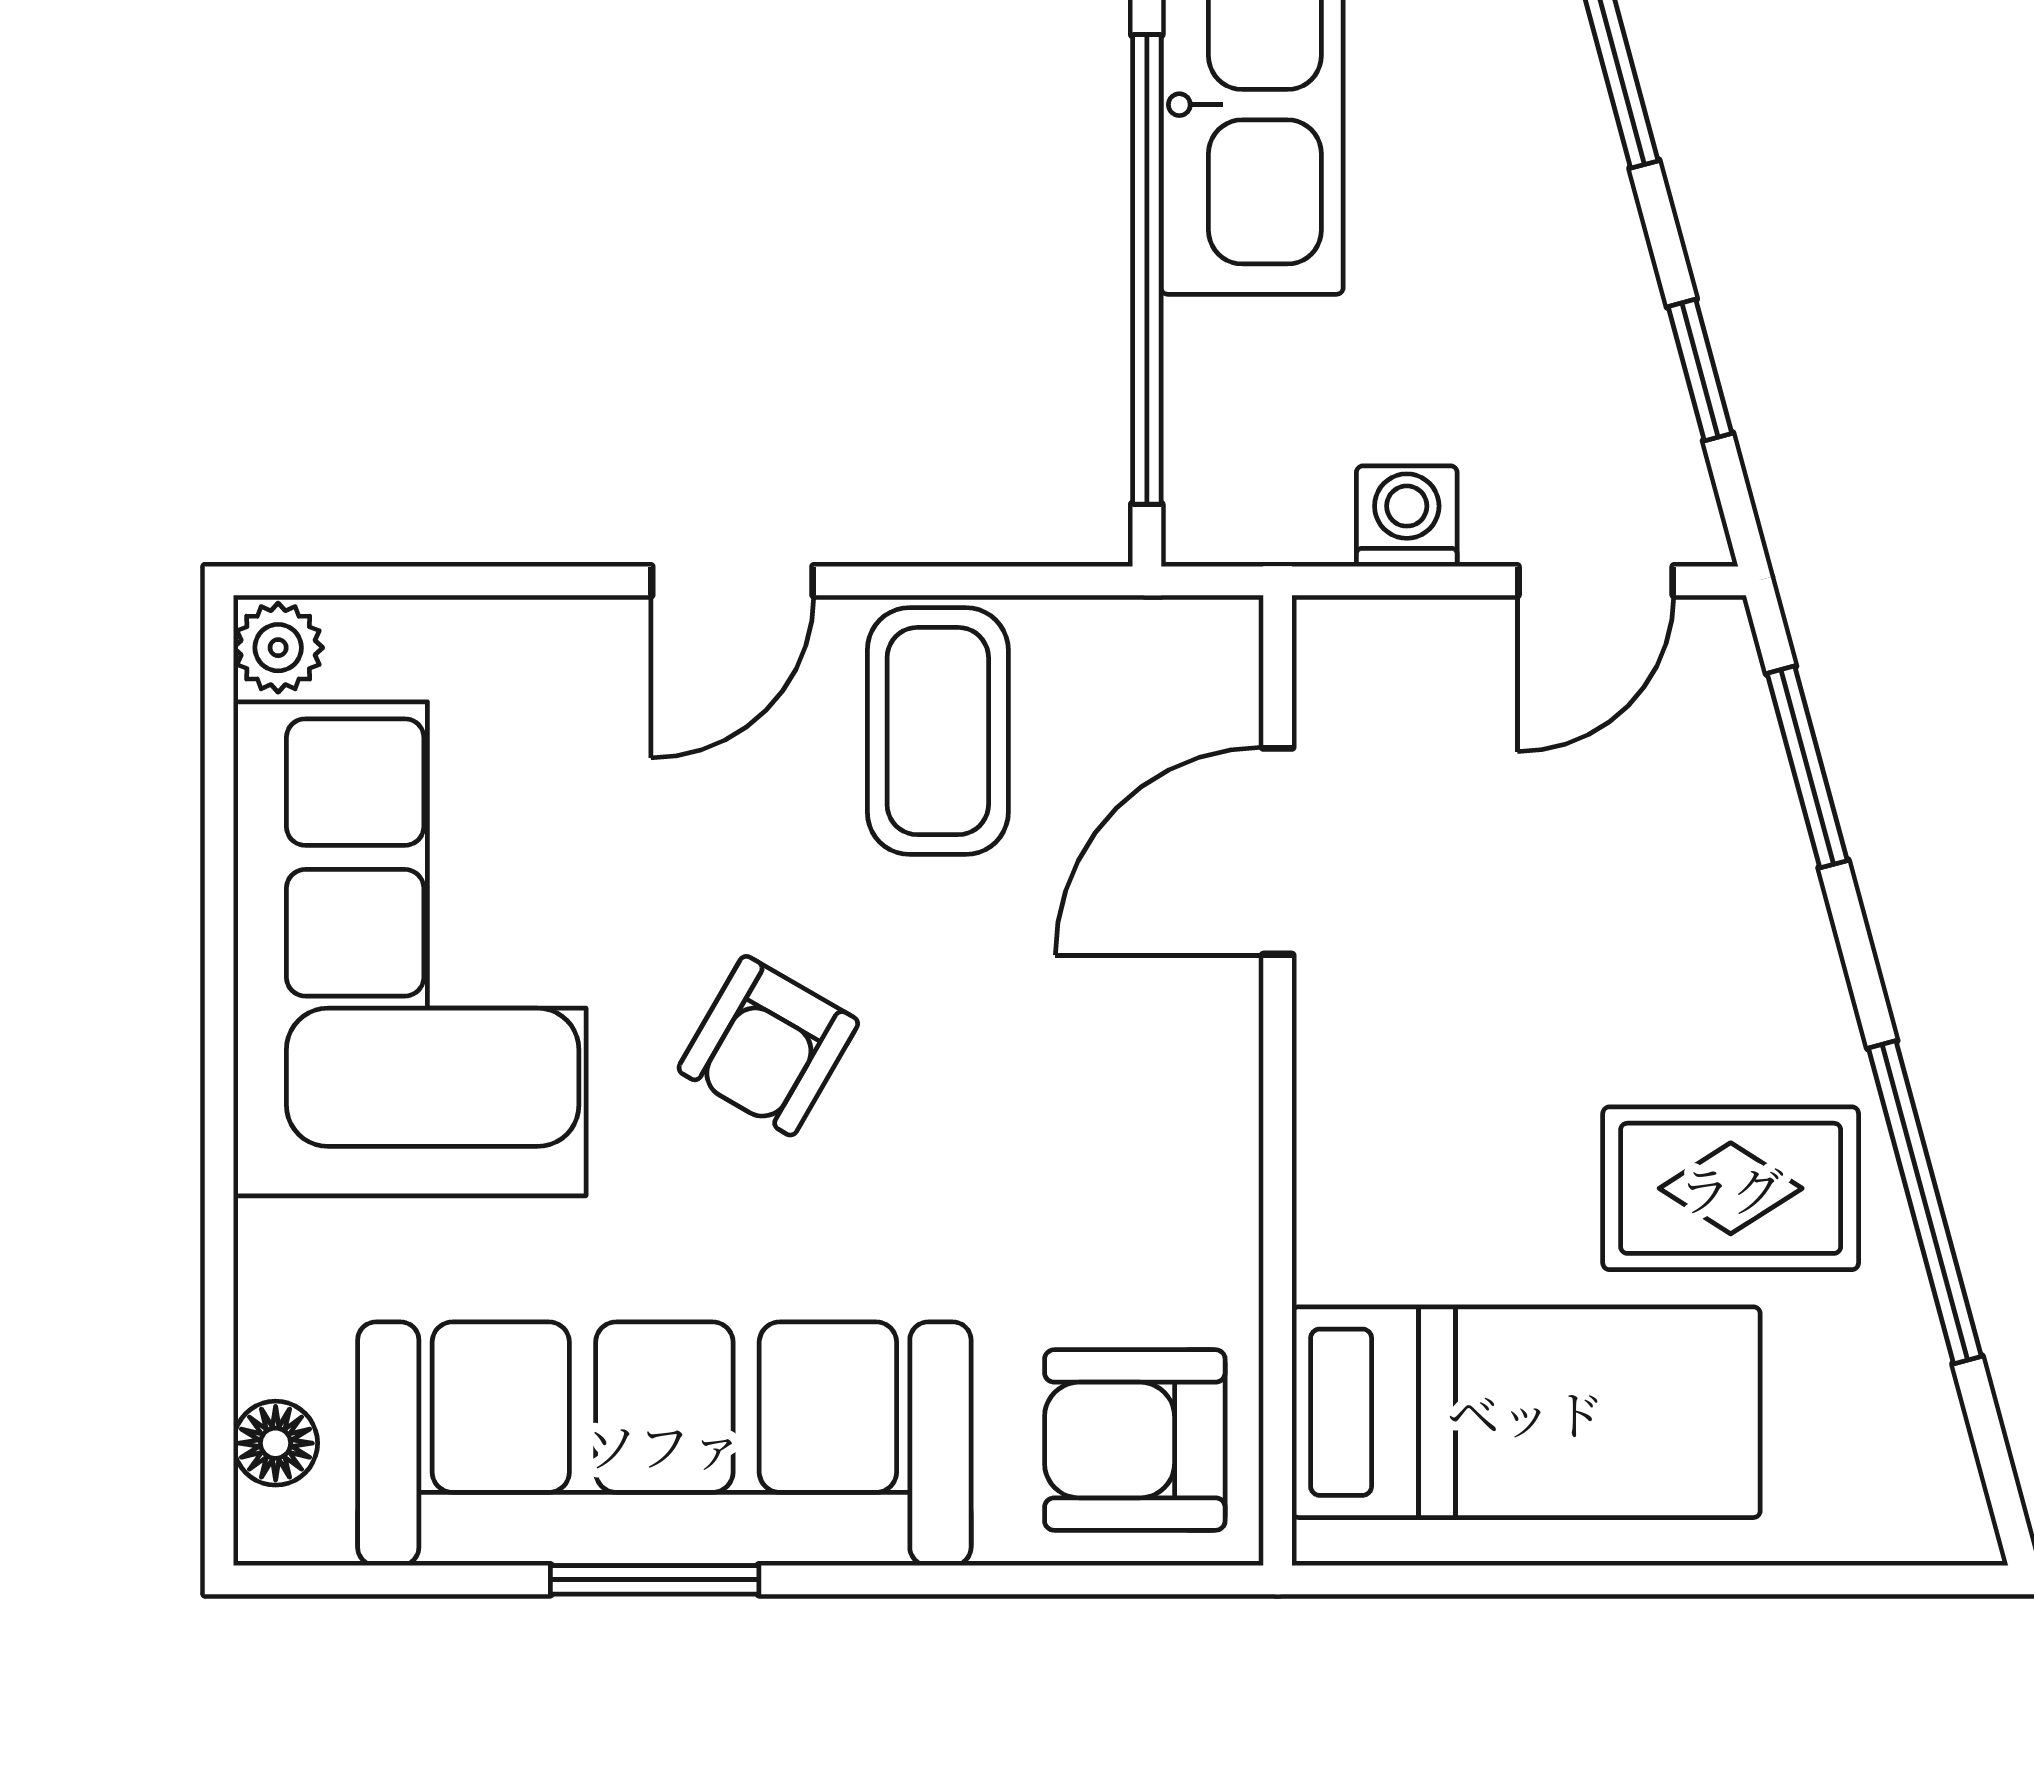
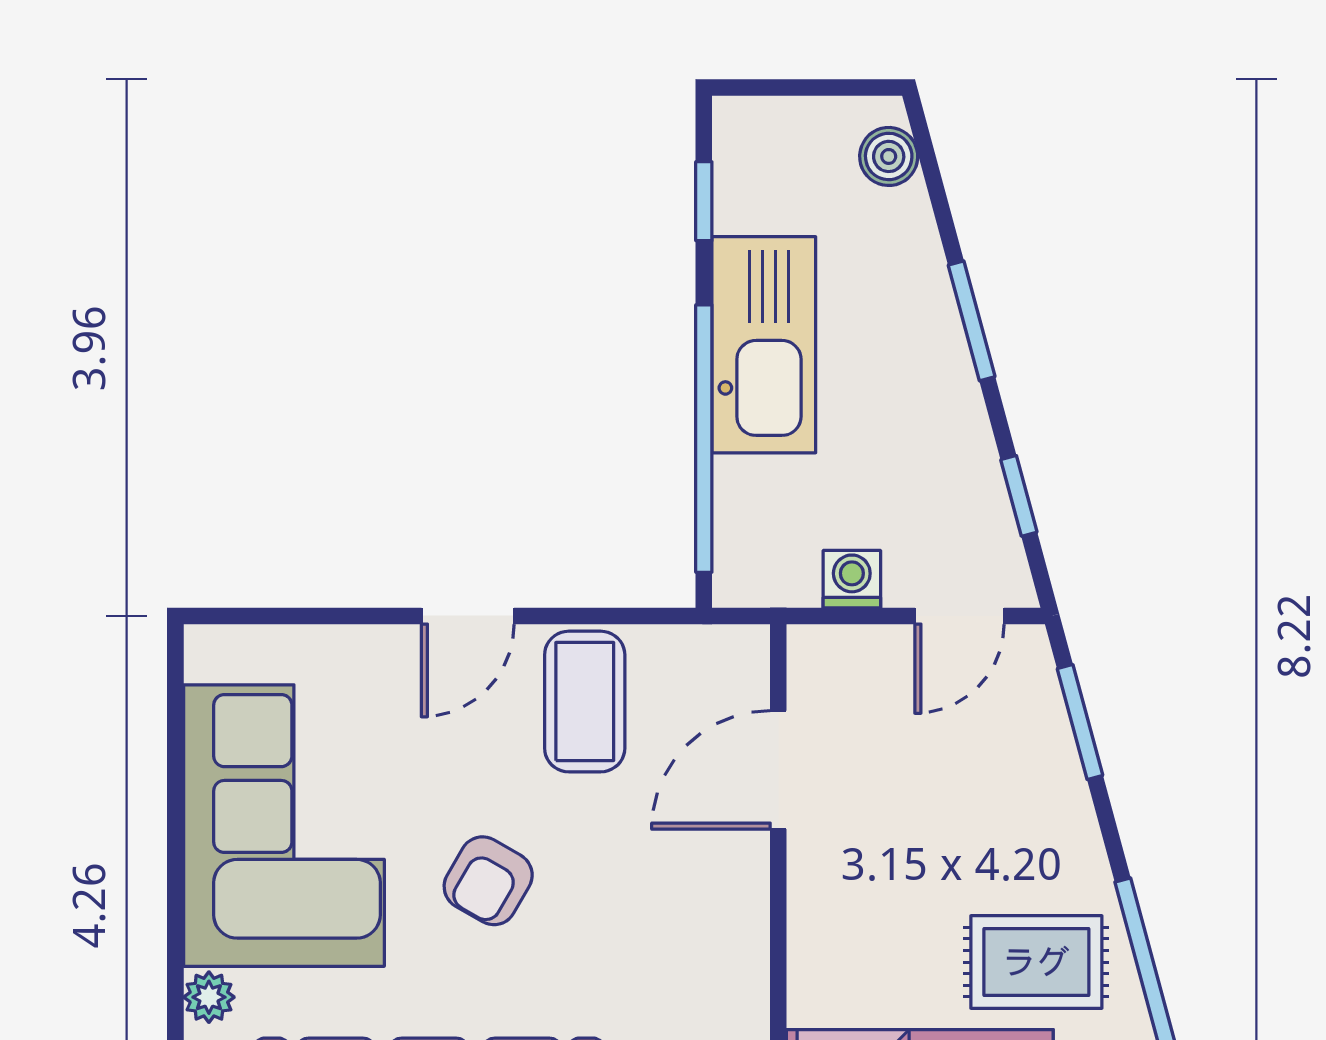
plant: (278, 648) -> (209, 997), moved

